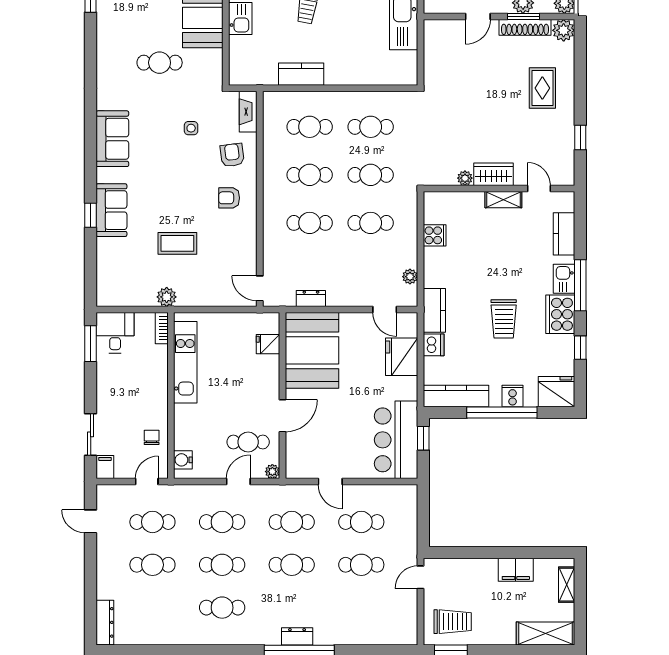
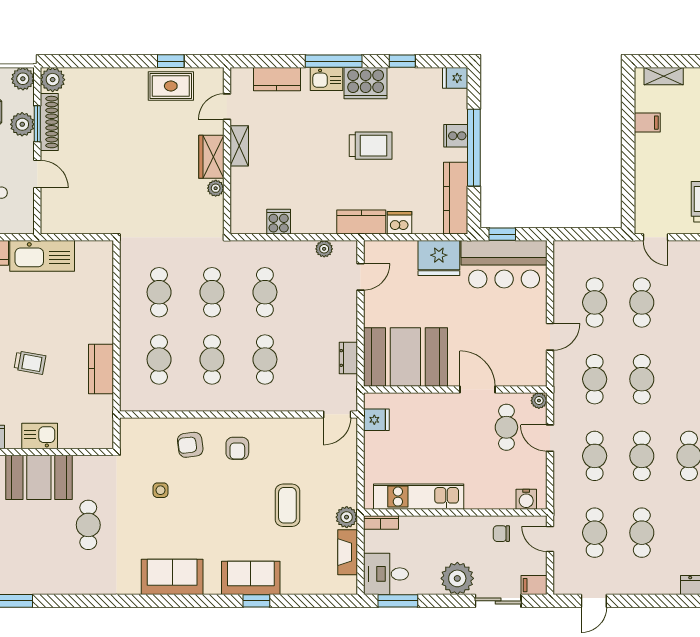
rug: (542, 88) -> (171, 86), moved
fireplace: (248, 112) -> (348, 552), moved, turned 90
fridge: (268, 344) -> (376, 420), moved, turned -90
fridge: (402, 357) -> (439, 258), moved
fridge: (557, 392) -> (455, 78), width x0.53, depth x0.75
plant: (111, 397) -> (457, 578), added
filing cabinet: (516, 570) -> (647, 123), width x0.50

